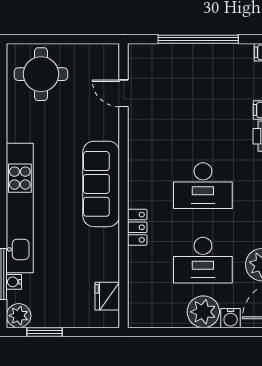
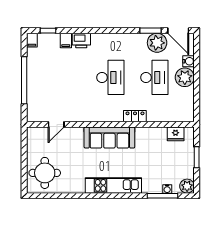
kitchen unit: (20, 208) -> (113, 185), width x0.73
window: (44, 332) -> (197, 157), moved

